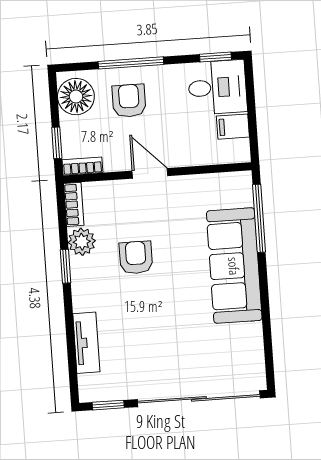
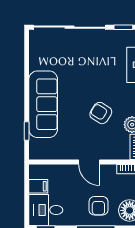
window: (259, 218) -> (27, 131), width x0.46
armchair: (136, 258) -> (101, 113), turned 122

